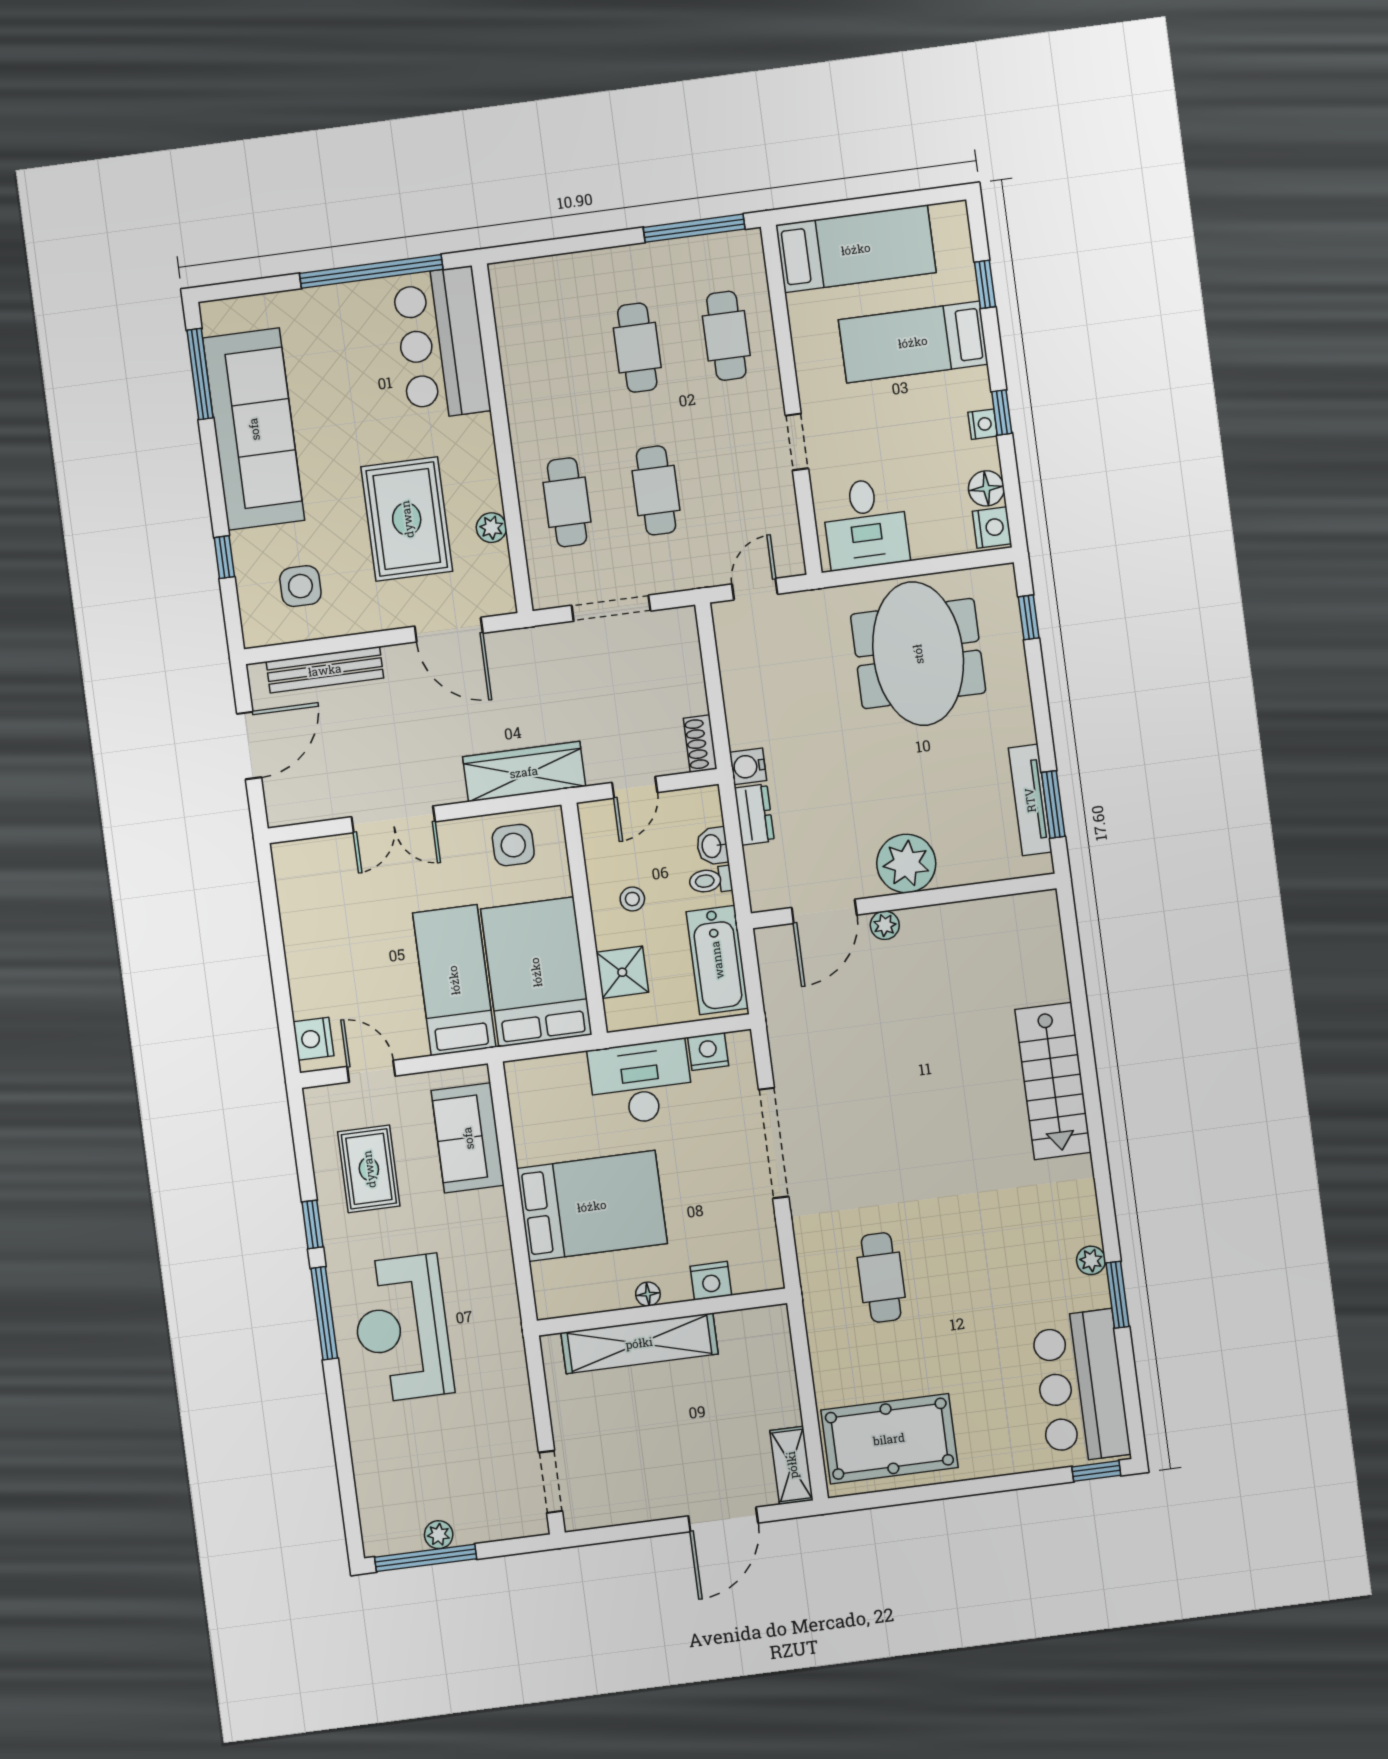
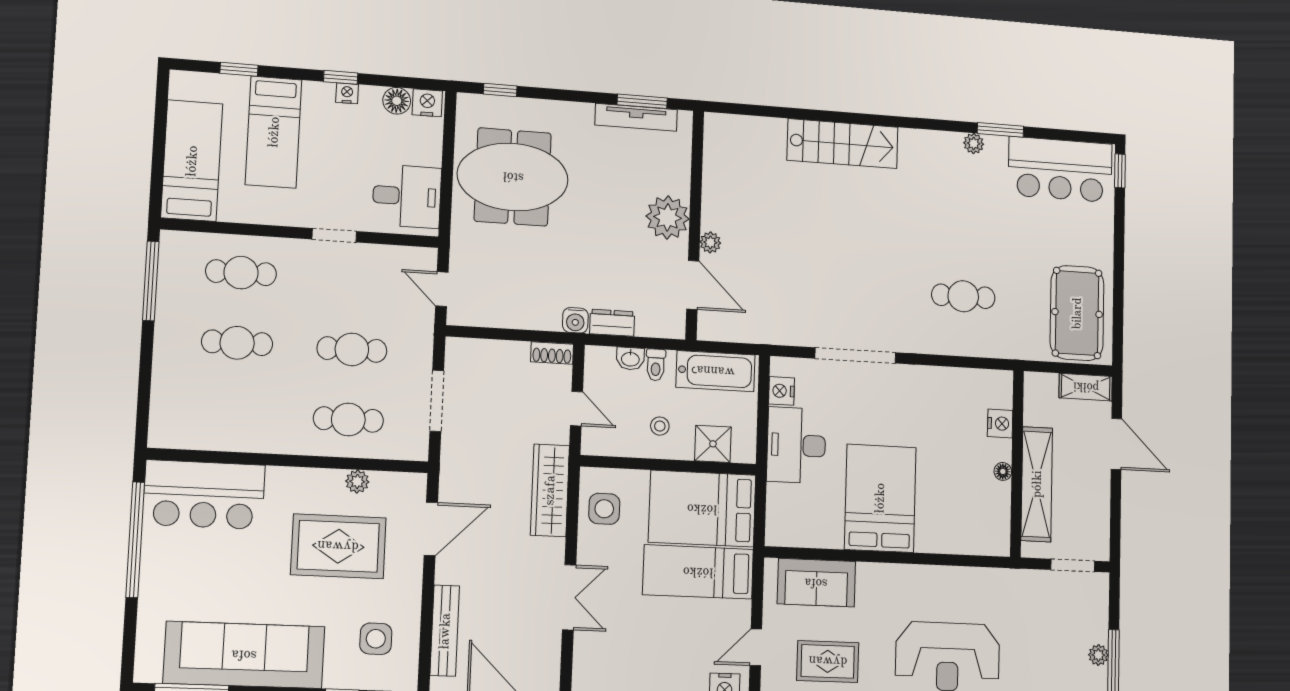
nightstand: (711, 1281) -> (1000, 424), moved
floor lamp: (648, 1294) -> (1003, 471), moved
wall: (662, 1312) -> (1017, 464), moved
shelving: (639, 1343) -> (1037, 484), moved

